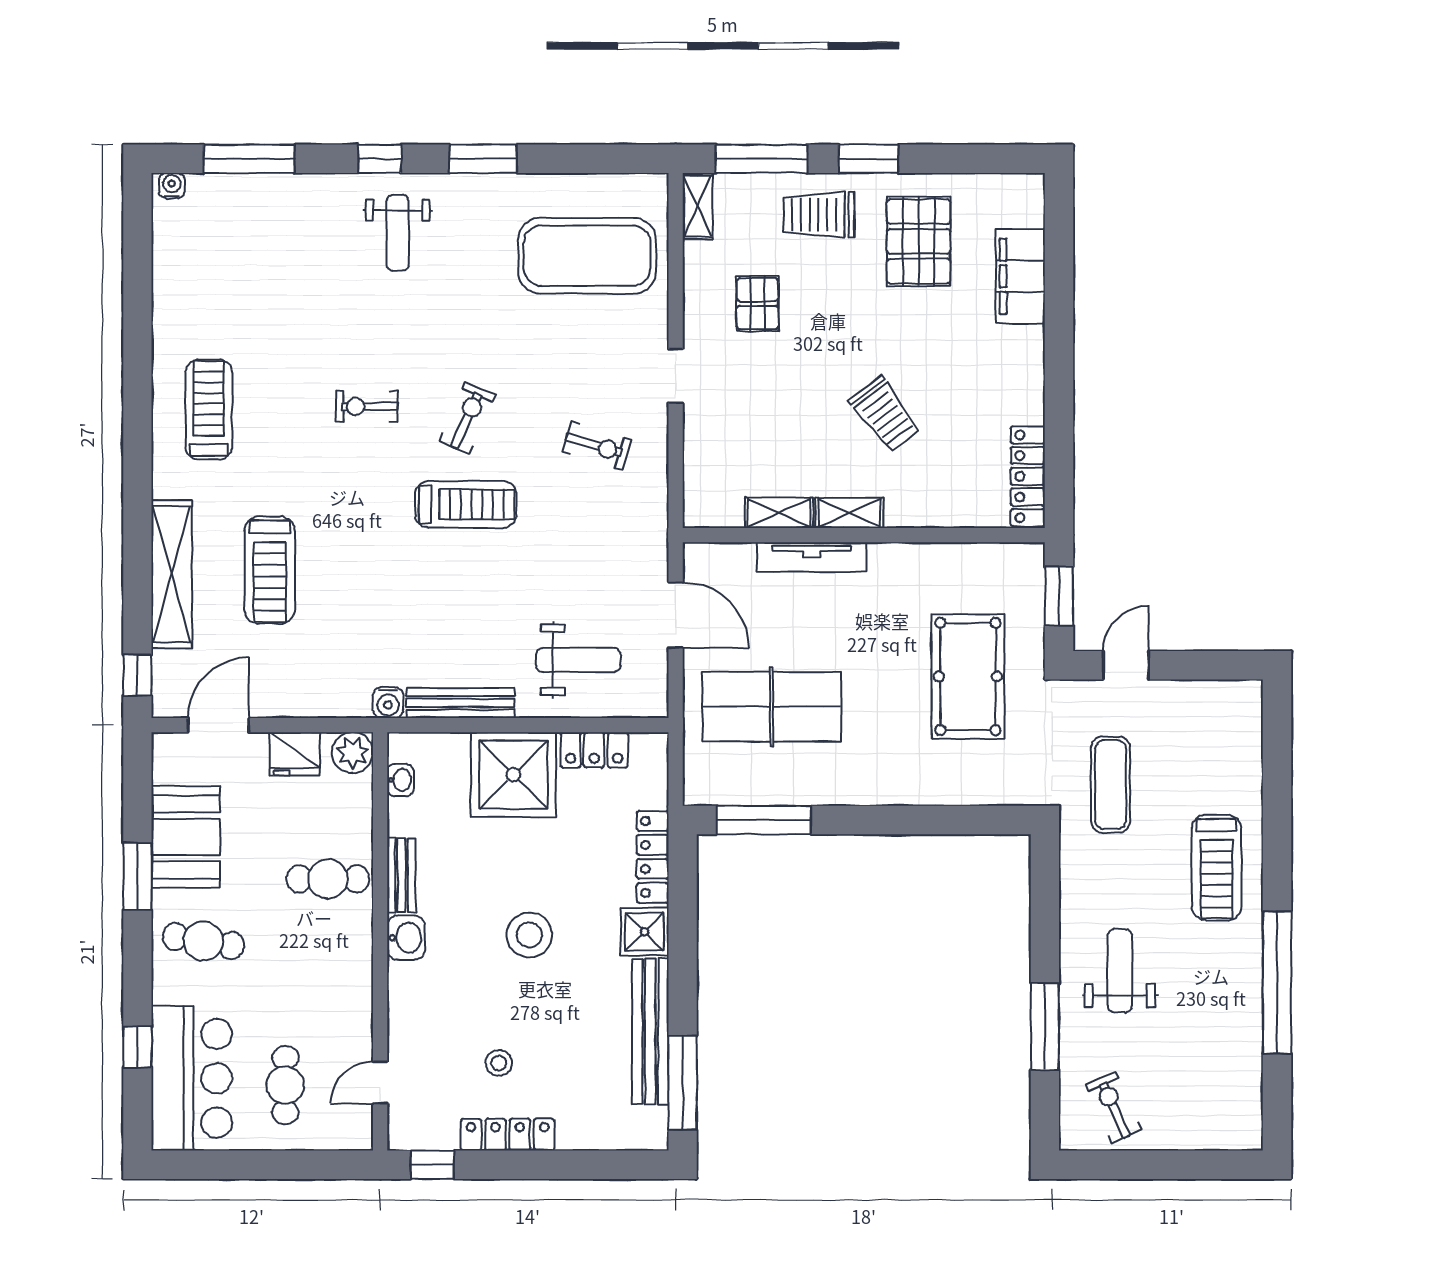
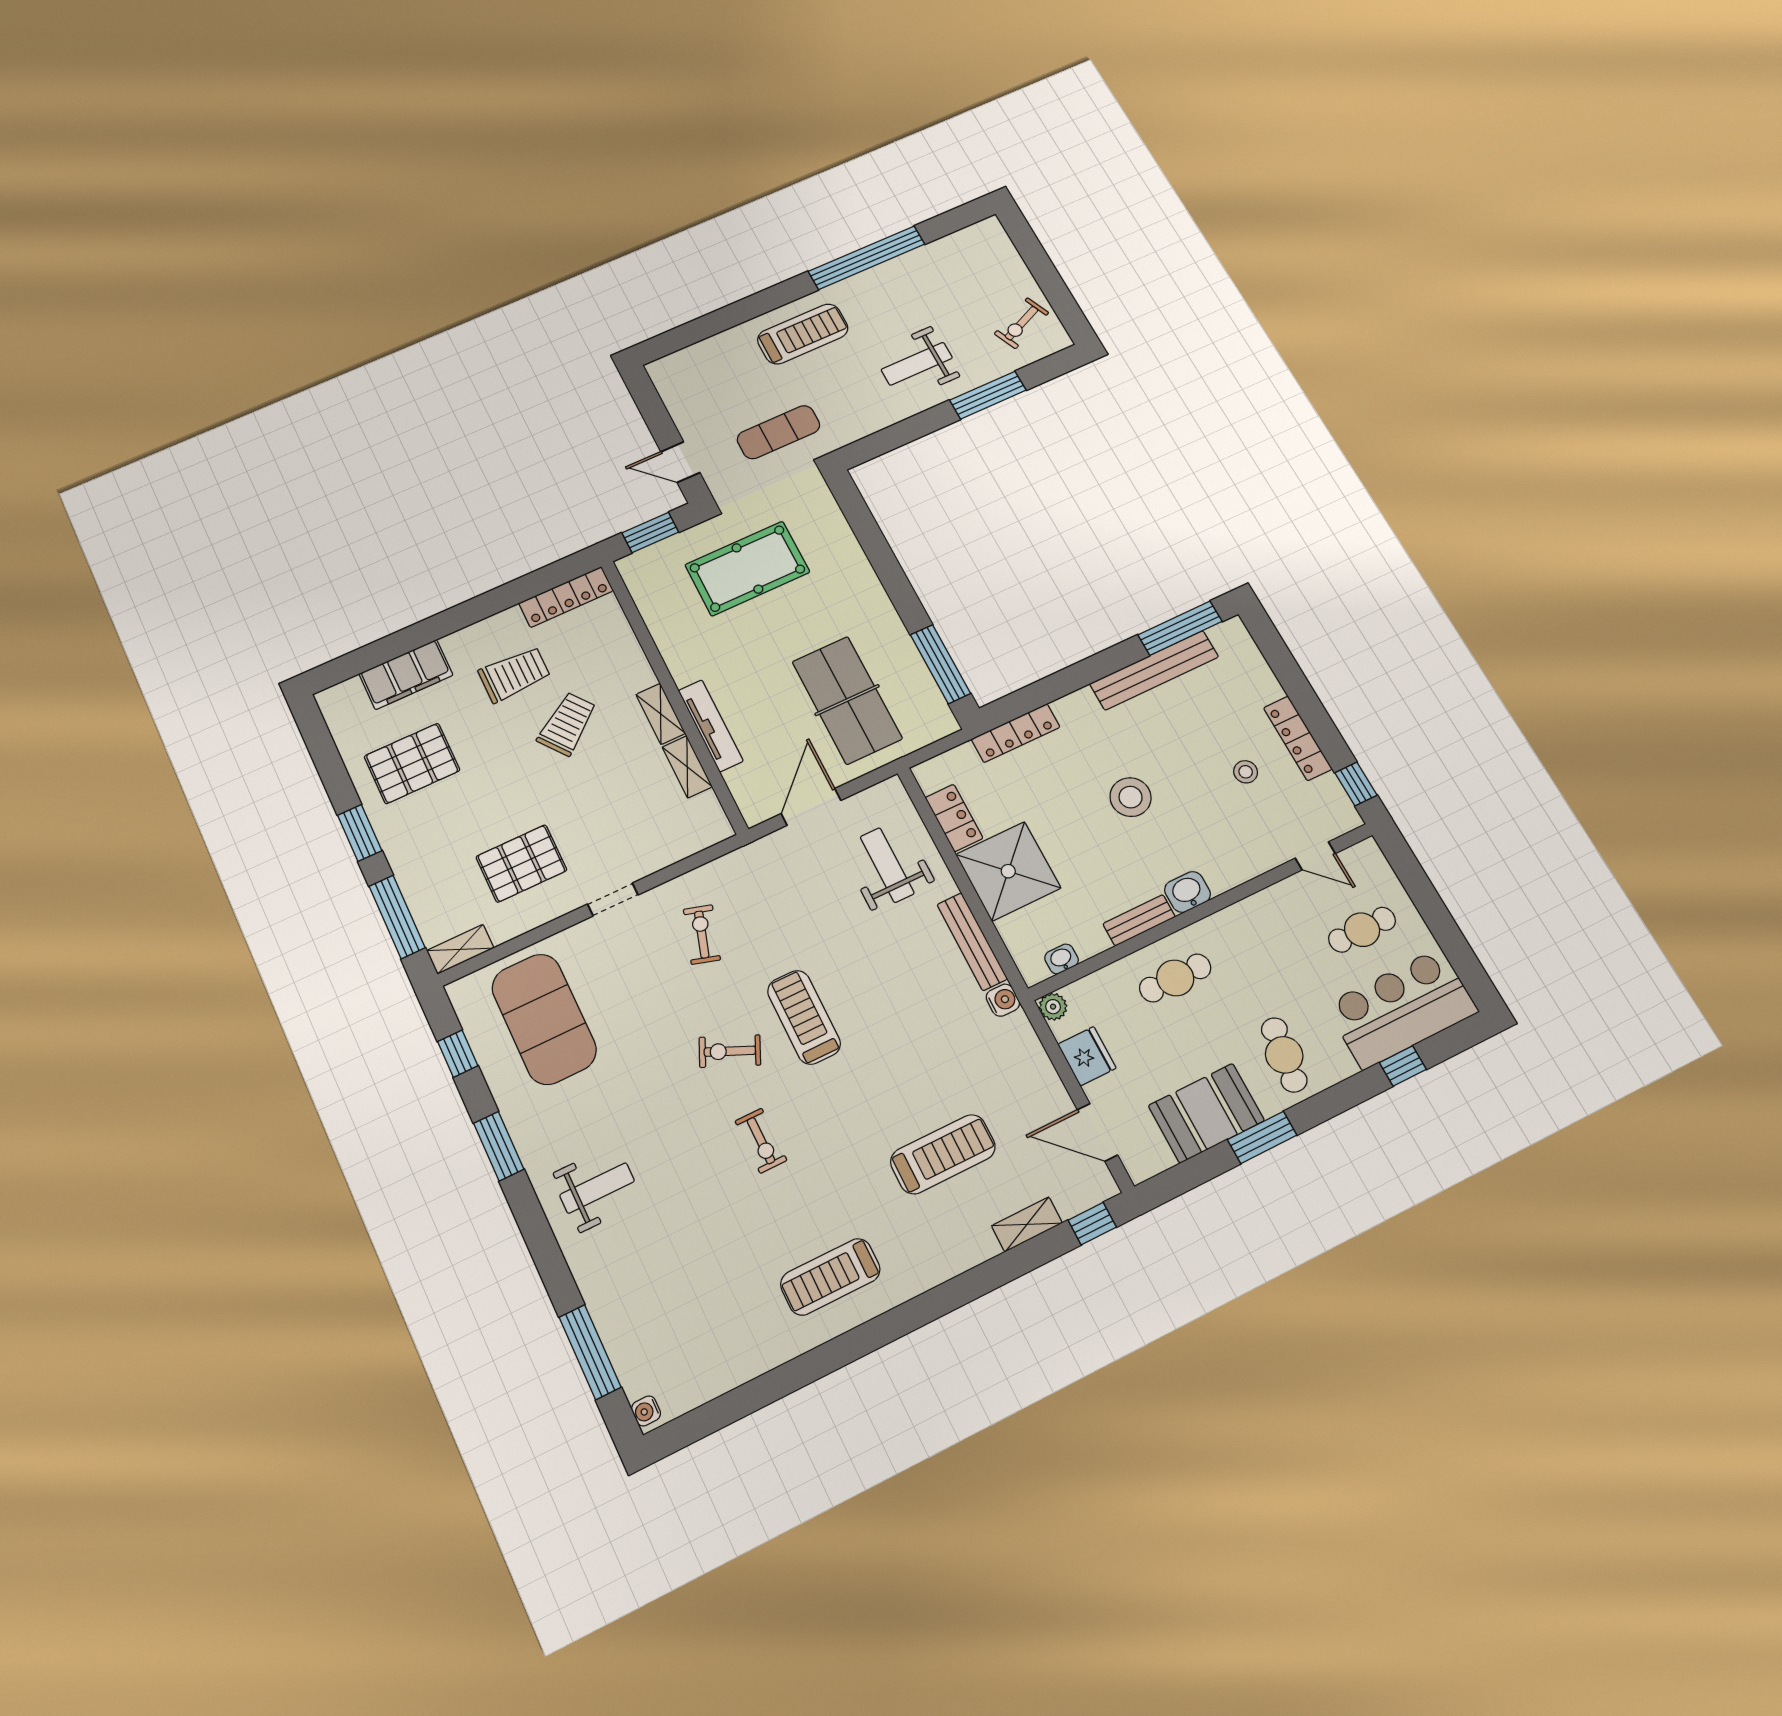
window: (380, 159) -> (458, 1054), moved
trolley: (819, 215) -> (514, 674), moved, turned -90
pallet: (757, 304) -> (521, 863), width x1.50, depth x1.42
shelving: (172, 574) -> (1027, 1224), width x0.45, depth x0.75
plant: (352, 753) -> (1053, 1007), width x0.73, depth x0.73
cafe table: (328, 879) -> (1175, 978), turned 90
shower: (645, 932) -> (1078, 711), removed

